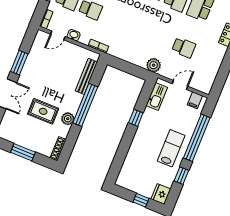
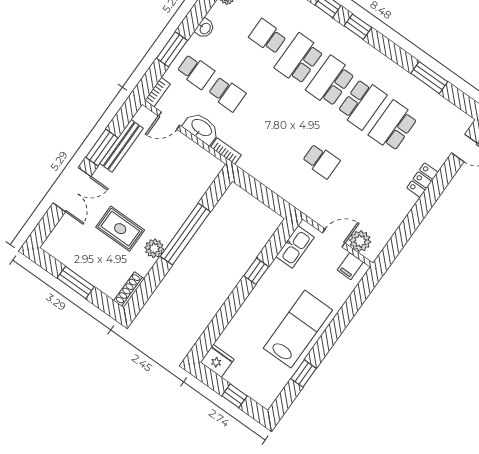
washbasin: (74, 35) -> (201, 128), width x1.91, depth x1.45
school desk: (184, 47) -> (321, 161), moved
plant: (154, 65) -> (360, 241), moved
bench: (86, 76) -> (121, 146), moved
window: (197, 138) -> (340, 323), removed
lab bench: (171, 148) -> (298, 329), width x1.36, depth x1.39
fridge: (161, 194) -> (217, 361), moved, turned 90

